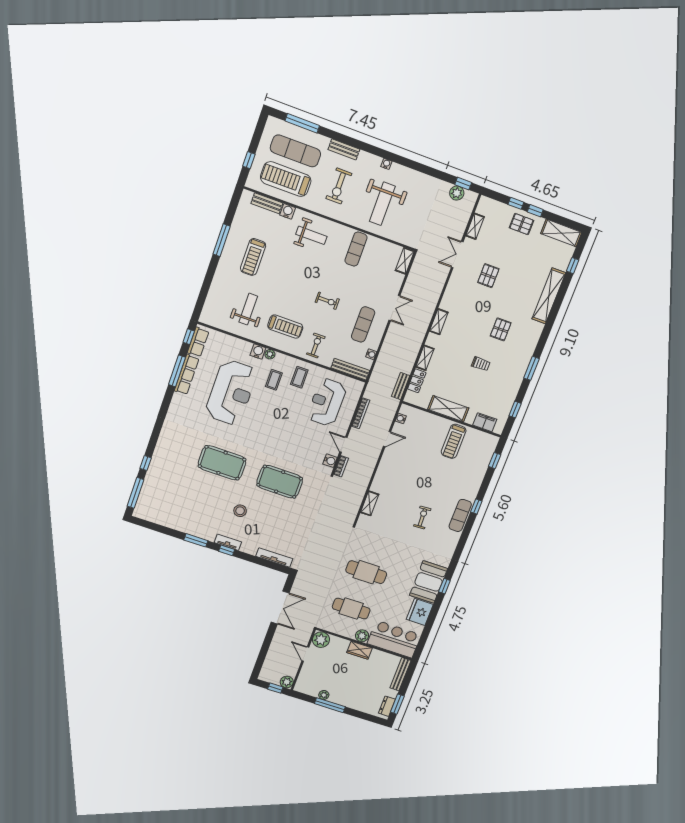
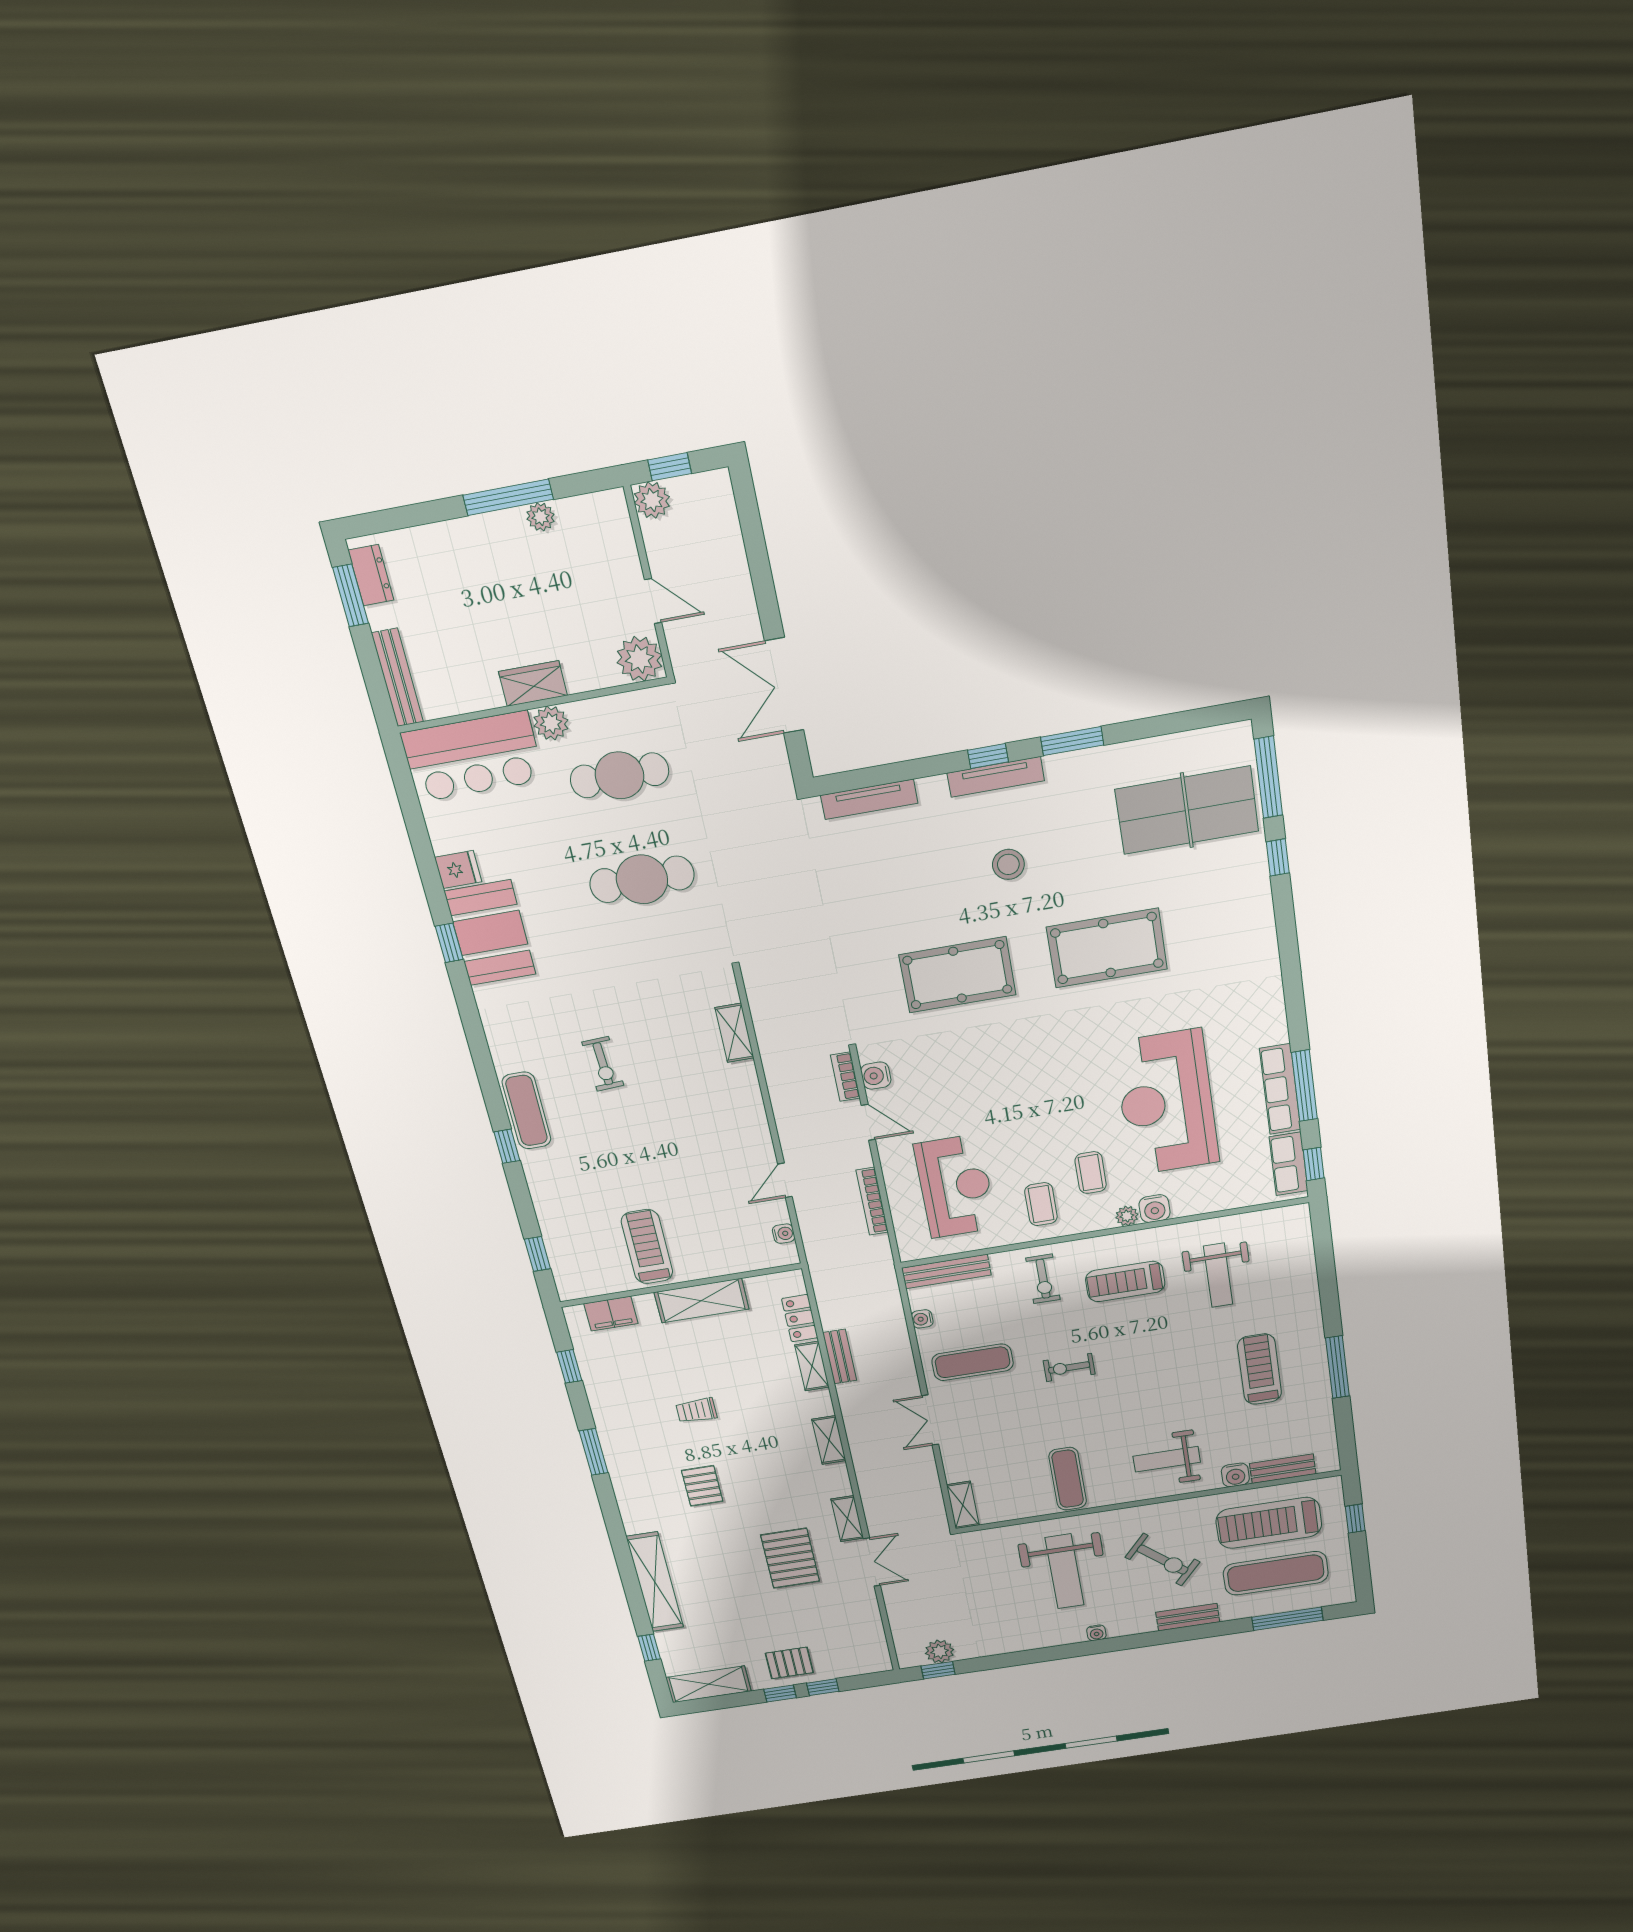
treadmill: (286, 179) -> (1269, 1523), turned 180
exercise bike: (339, 186) -> (1163, 1560), turned 131
weight bench: (382, 204) -> (1064, 1571), turned 180
shelving: (475, 226) -> (847, 1519), moved
pallet: (488, 276) -> (790, 1558), width x1.50, depth x1.42
exercise mat: (363, 324) -> (973, 1362), turned 90
bench: (401, 386) -> (840, 1356), moved
table tennis table: (169, 496) -> (1187, 810), added
tv unit: (228, 542) -> (996, 777), width x1.41
fridge: (420, 612) -> (458, 869), width x0.53, depth x0.75

